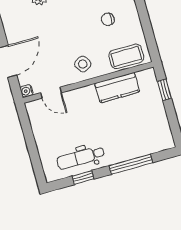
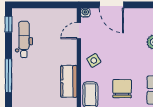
chair: (108, 19) -> (122, 89), width x1.87, depth x1.87
window: (83, 178) -> (8, 24), moved

